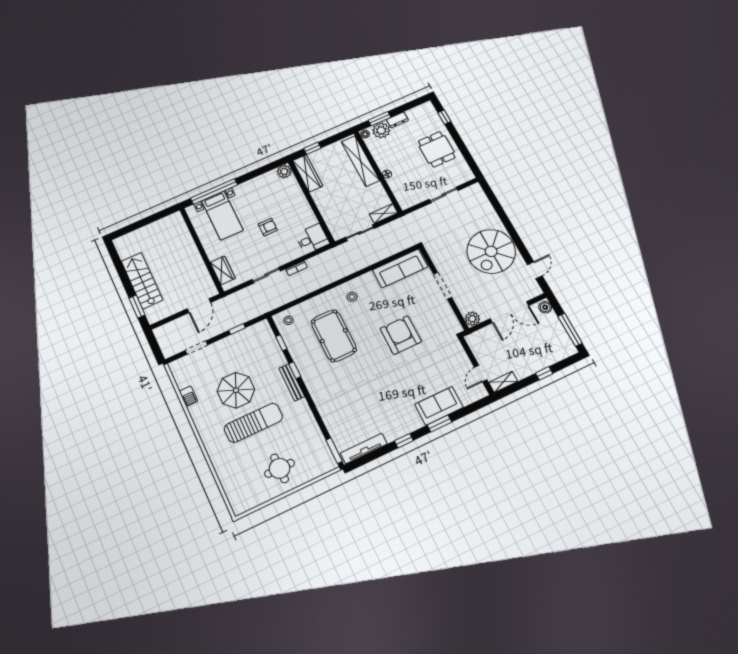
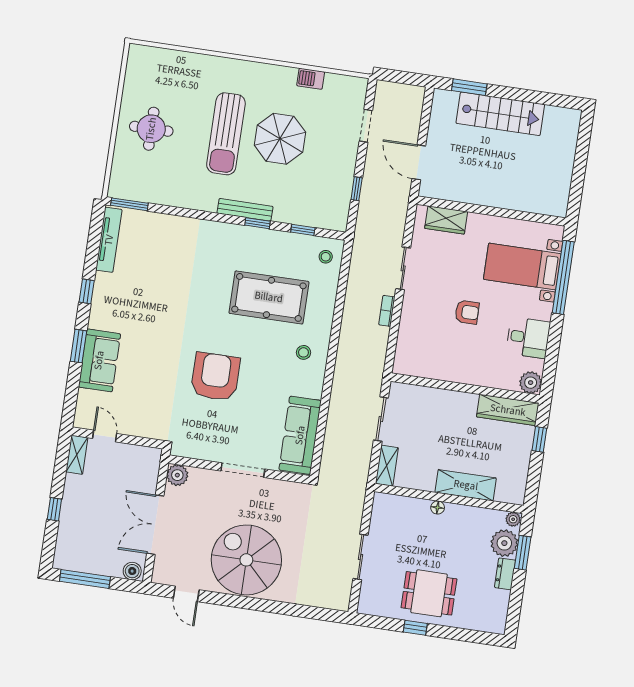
window: (444, 117) -> (415, 628), moved
shelving: (360, 161) -> (466, 485), width x0.68
armchair: (268, 227) -> (467, 312), turned -90
desk: (312, 239) -> (528, 338), moved, turned -90
armchair: (401, 335) -> (215, 377), turned -90

